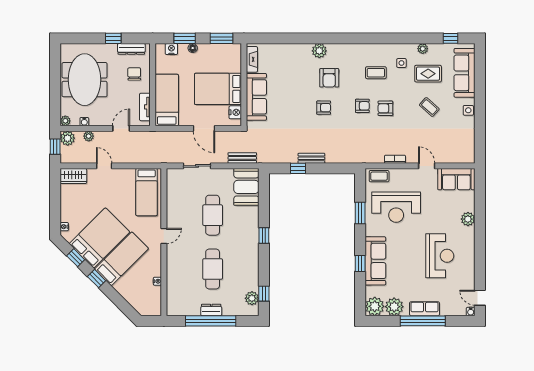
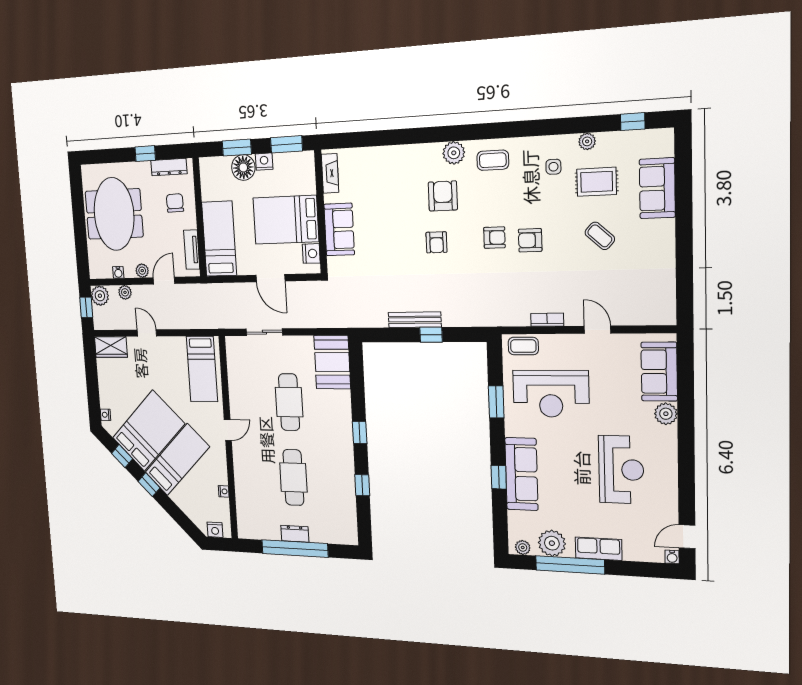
floor lamp: (193, 48) -> (243, 167), width x1.89, depth x1.89
nightstand: (171, 49) -> (264, 162), moved
plant: (319, 51) -> (454, 153), moved
coffee table: (376, 73) -> (493, 160), moved
sofa: (465, 73) -> (657, 188), width x0.73
armchair: (329, 78) -> (443, 196), turned 180
sofa: (256, 97) -> (339, 229), width x0.73
armchair: (324, 108) -> (436, 242), turned 90
side table: (468, 110) -> (664, 239), removed
plant: (65, 121) -> (142, 271), moved
bench: (242, 158) -> (324, 320), removed
bench: (311, 158) -> (415, 320), width x1.36
window: (298, 168) -> (431, 335), moved
sofa: (456, 179) -> (659, 372), moved, turned 90
window: (264, 294) -> (362, 485), moved
plant: (252, 298) -> (348, 520), removed
door: (480, 298) -> (687, 537), hinge flipped
plant: (375, 306) -> (523, 547), width x0.53, depth x0.53
nightstand: (148, 310) -> (215, 530), added
window: (423, 321) -> (570, 565), moved

